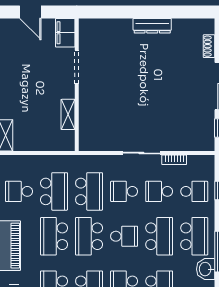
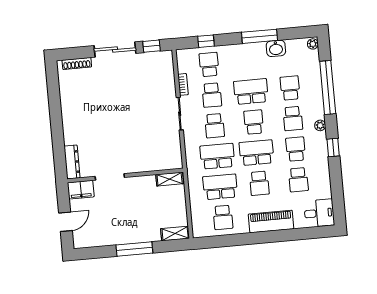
dresser: (152, 26) -> (72, 162), moved
shoe rack: (209, 46) -> (77, 63), width x1.43
shelving: (68, 114) -> (170, 179), moved
school desk: (54, 236) -> (259, 183), width x0.54
school desk: (89, 236) -> (256, 153), turned 180
school desk: (194, 236) -> (248, 61), removed

